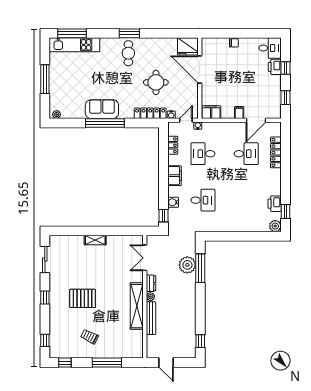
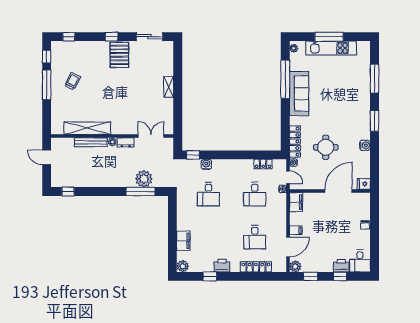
window: (72, 33) -> (375, 79), moved
water cooler: (154, 43) -> (365, 145), added
kitchen unit: (74, 45) -> (331, 48), moved, turned -90
fridge: (188, 46) -> (364, 184), width x0.53, depth x0.75
cafe table: (128, 53) -> (355, 120), removed
sofa: (102, 109) -> (299, 94), width x1.36
plant: (275, 113) -> (295, 266), added
door: (256, 120) -> (288, 247), swing flipped
window: (105, 123) -> (285, 79), moved
desk: (203, 154) -> (255, 194), turned 180
filing cabinet: (175, 176) -> (183, 241), moved, turned -90
printer: (275, 204) -> (222, 266), moved
window: (286, 211) -> (210, 276), moved
pallet: (83, 298) -> (119, 55), moved
shelving: (137, 306) -> (87, 128), moved
window: (107, 363) -> (47, 85), moved
door: (166, 363) -> (47, 157), hinge flipped

